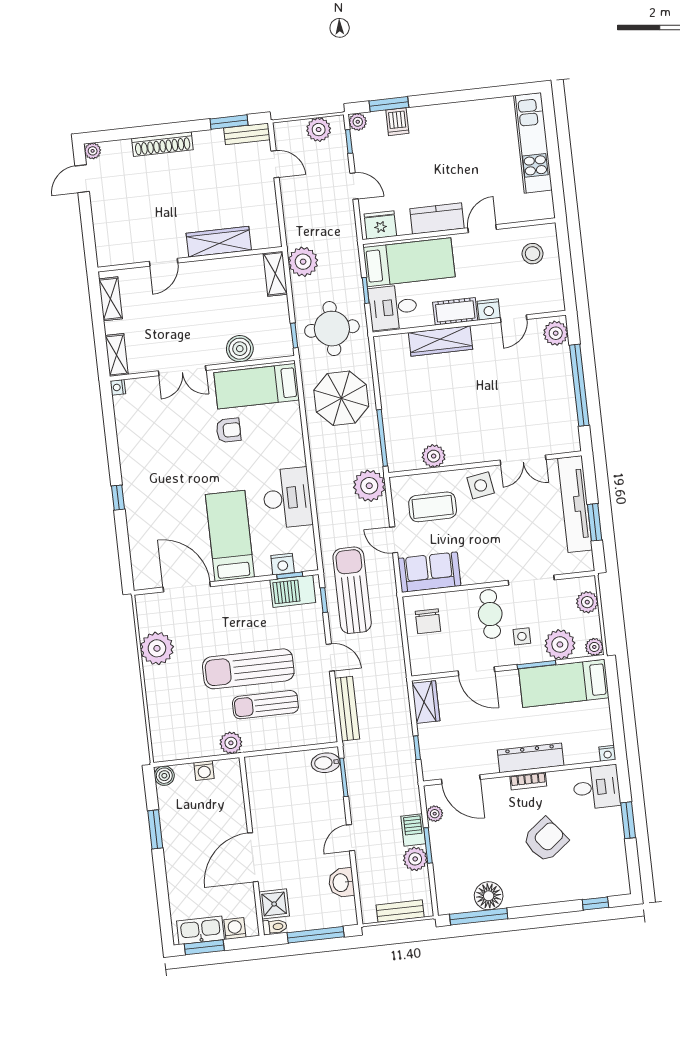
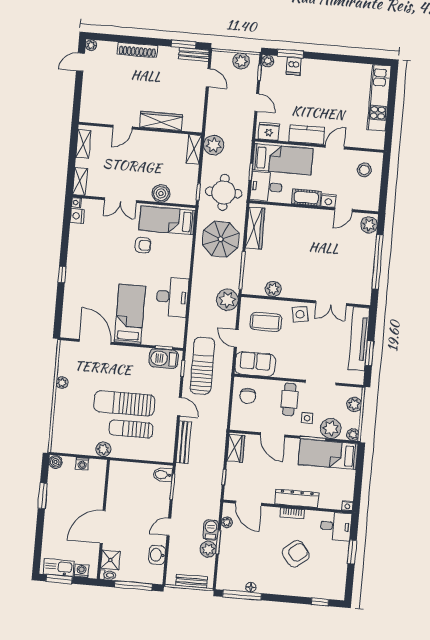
wardrobe: (440, 341) -> (255, 228), moved, turned -90
nightstand: (283, 564) -> (77, 216), moved, turned 90
plant: (157, 648) -> (62, 383), width x0.53, depth x0.53
floor lamp: (489, 896) -> (251, 587), width x0.53, depth x0.53

